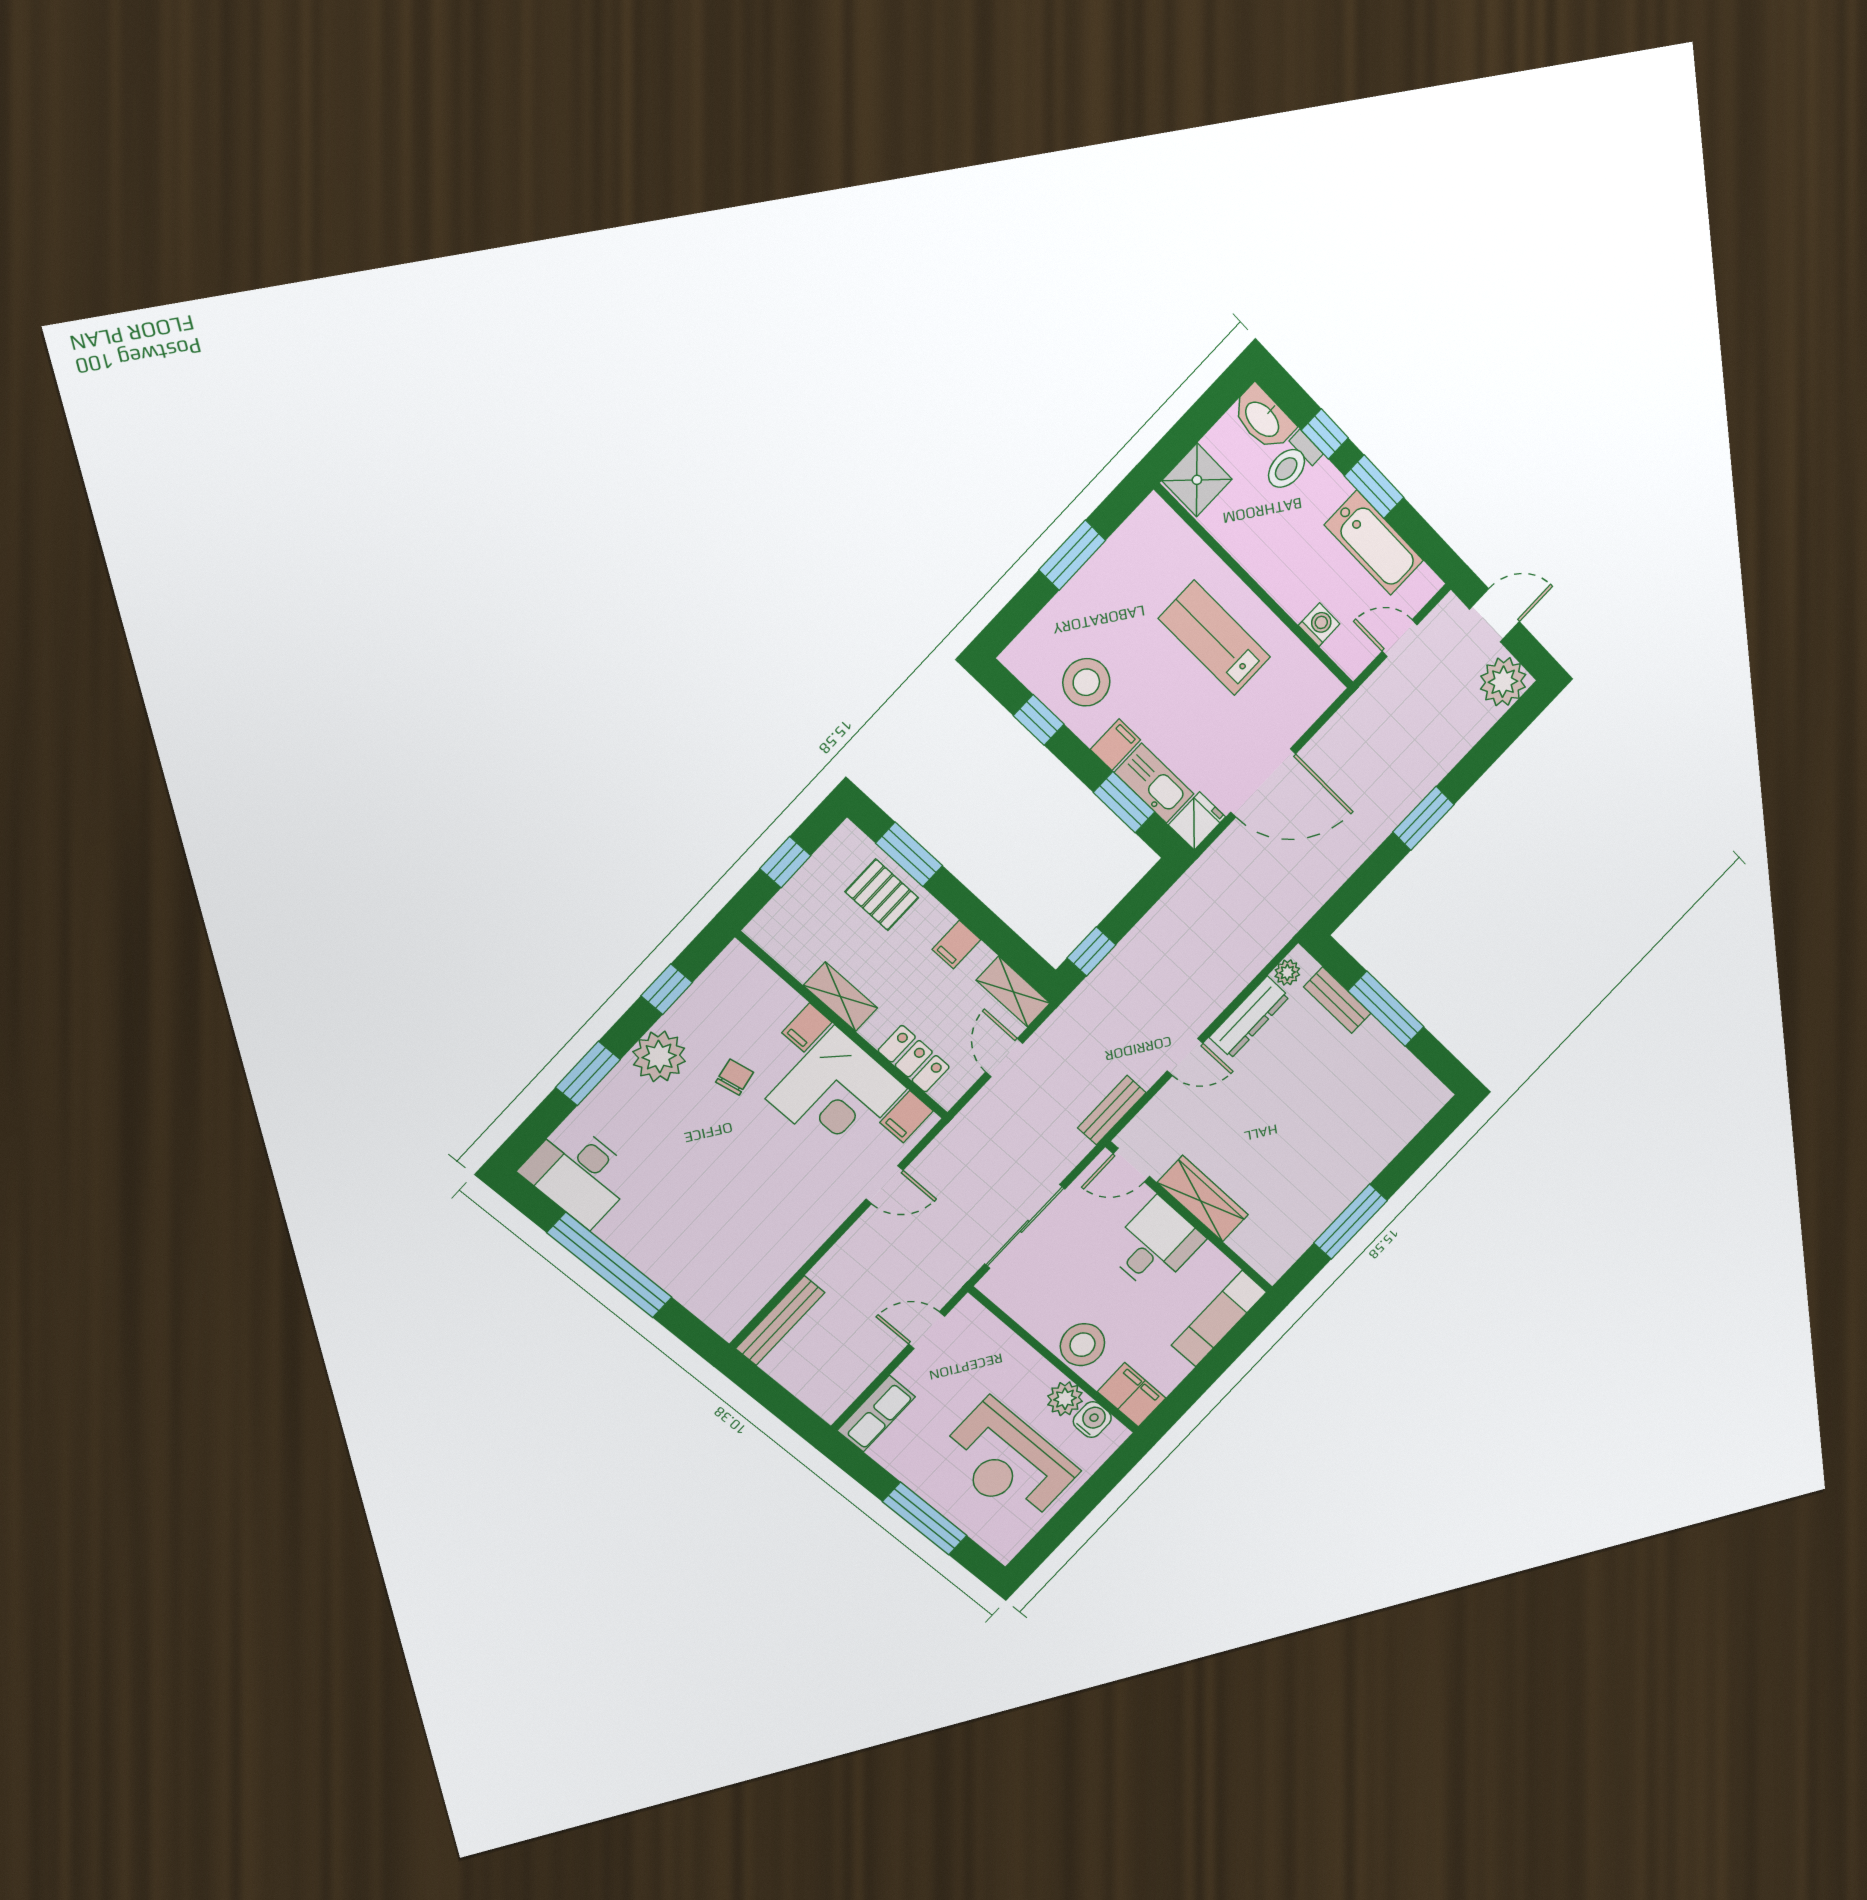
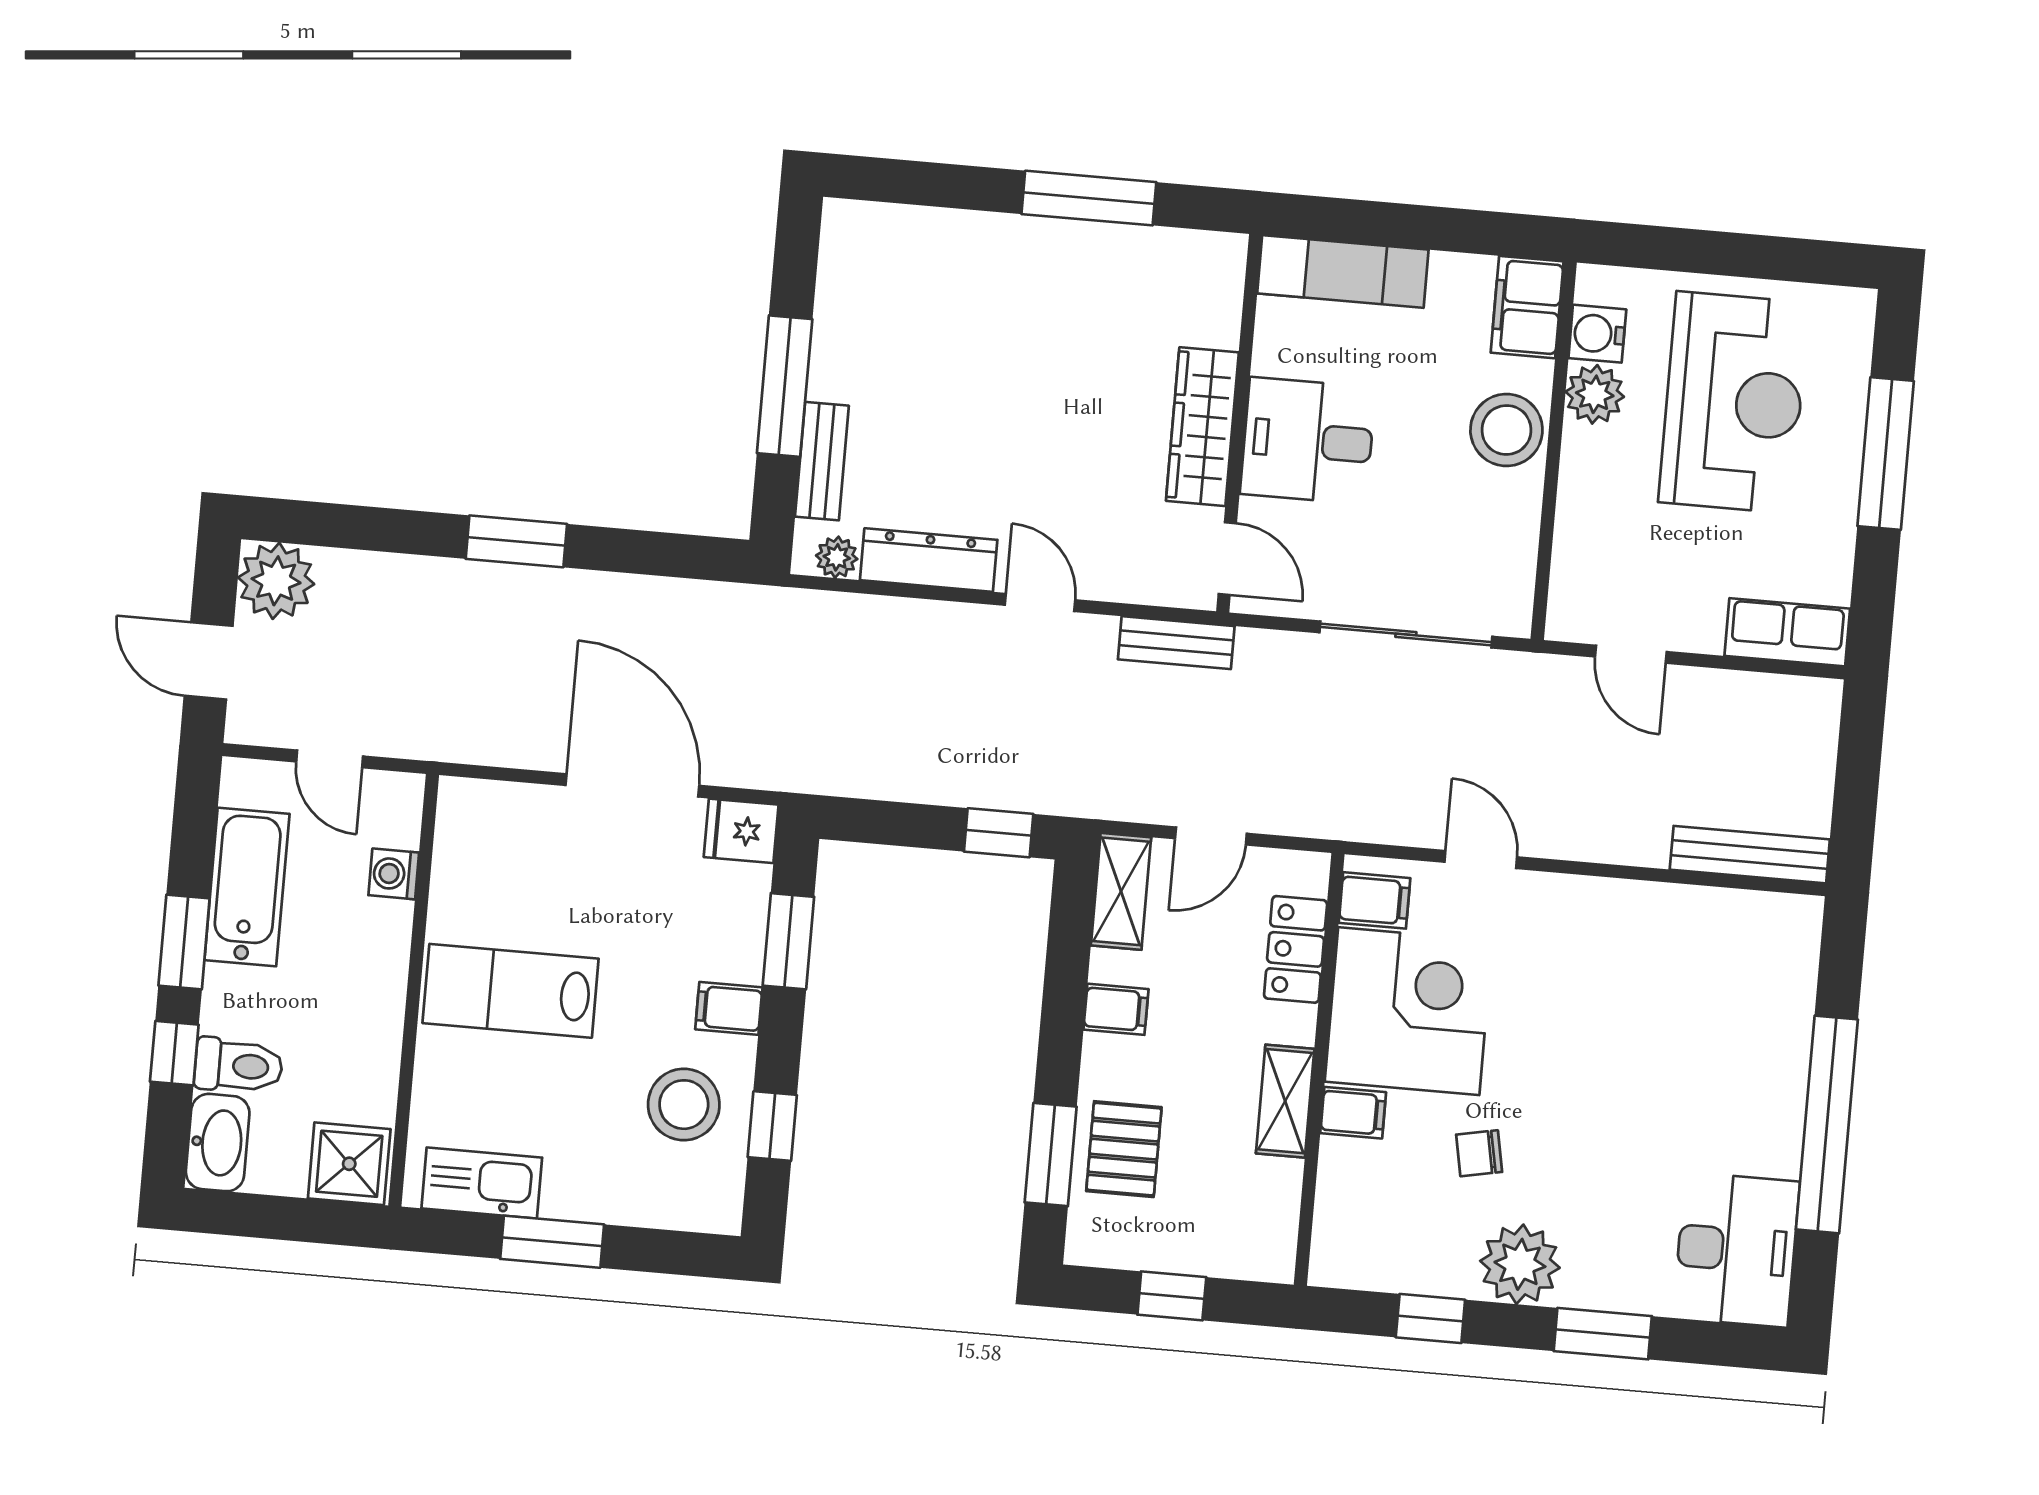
lab bench: (1214, 638) -> (511, 991), turned 90
kitchen sink: (1154, 783) -> (482, 1183), moved, turned 90

